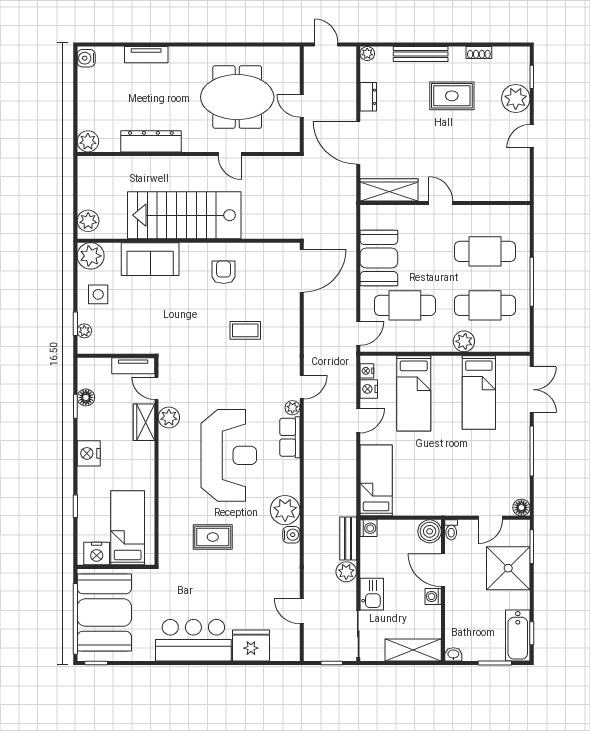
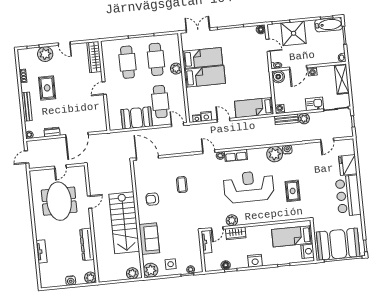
water cooler: (86, 58) -> (71, 281), moved
wardrobe: (389, 190) -> (94, 57), moved
bed: (414, 393) -> (205, 76), moved

